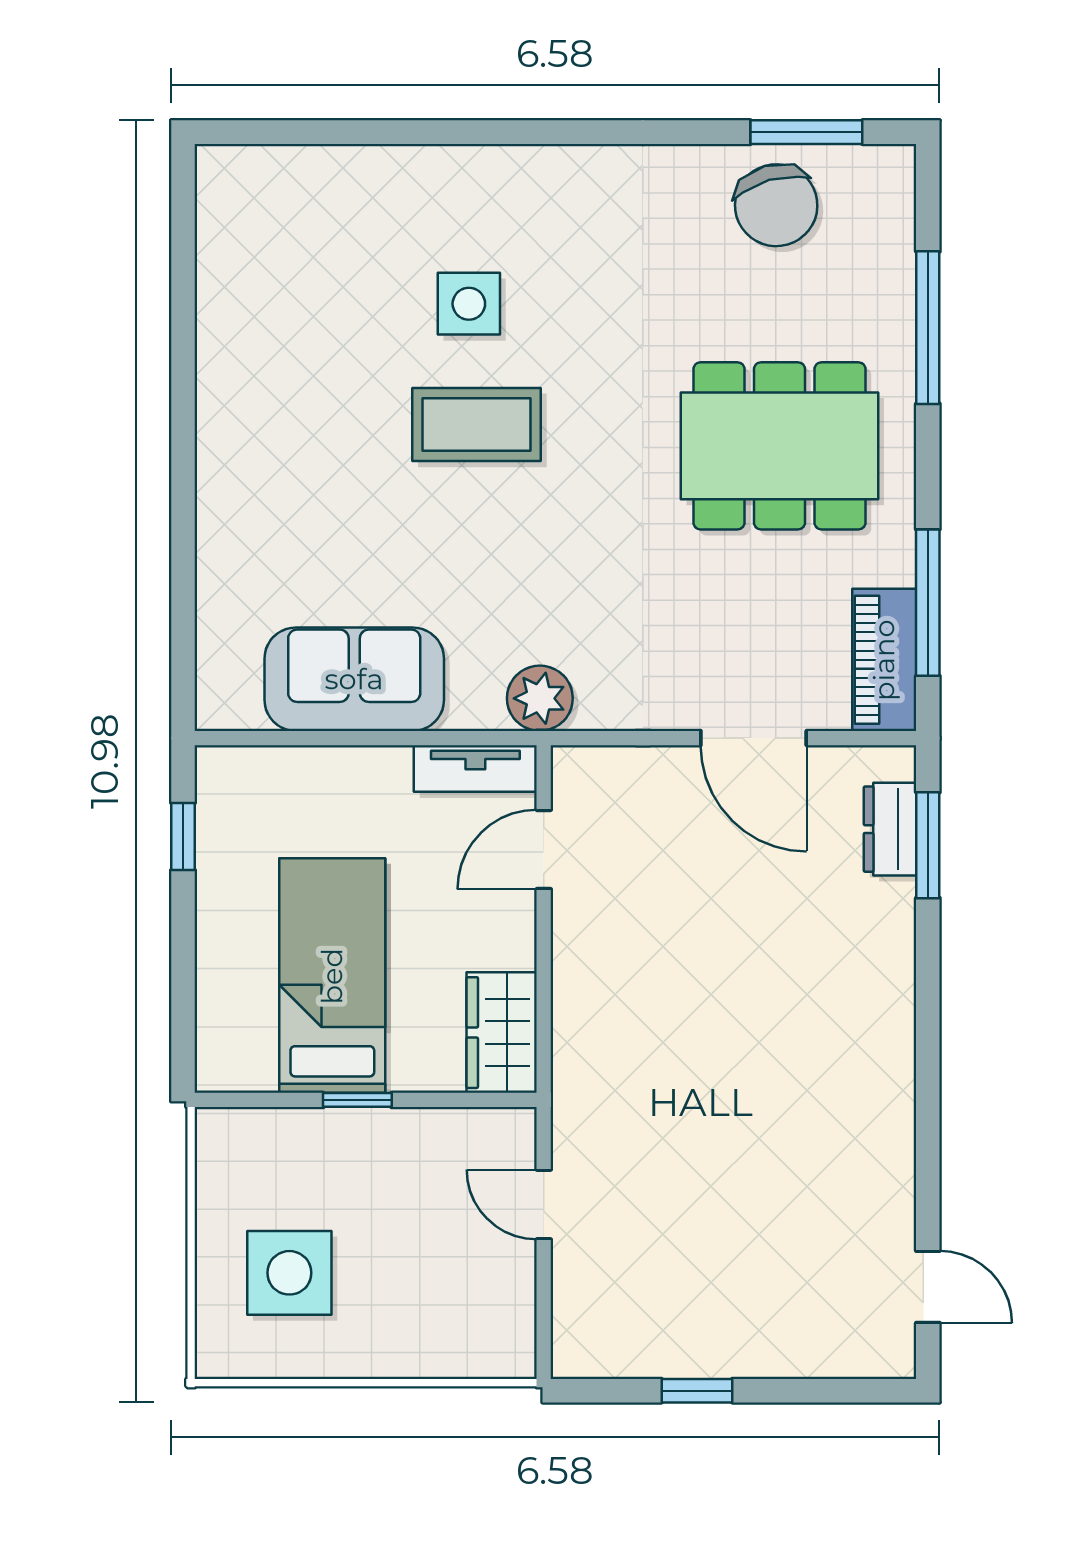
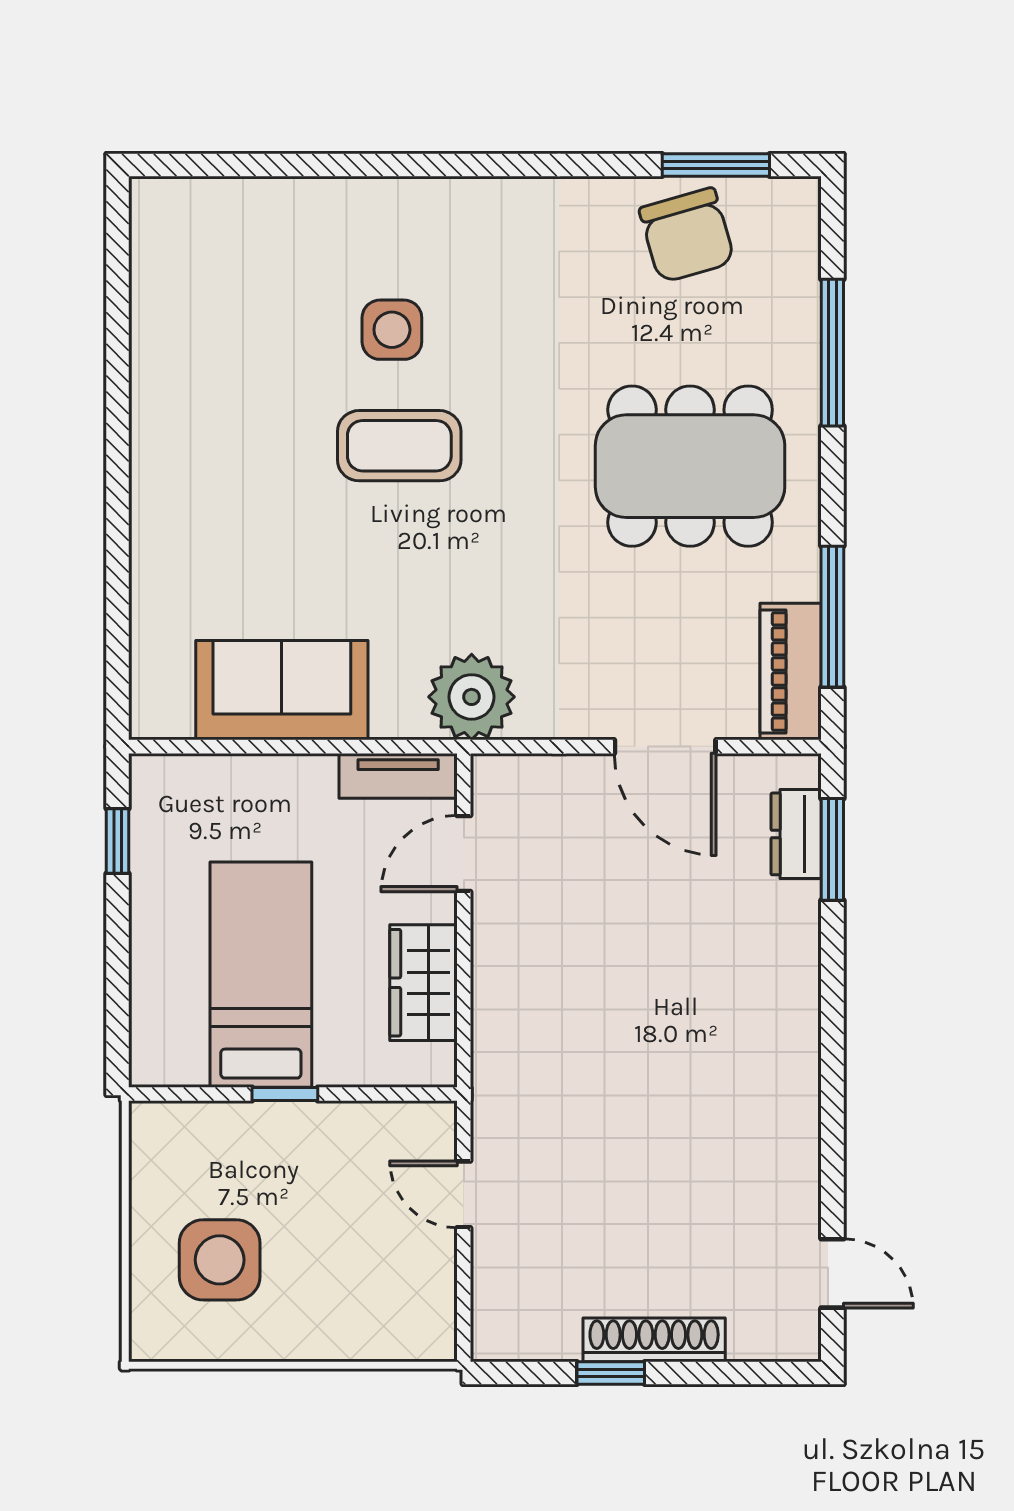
plant: (540, 698) -> (472, 697), width x1.36, depth x1.36
wardrobe: (502, 1033) -> (423, 983), moved
shoe rack: (742, 1356) -> (654, 1340), added

